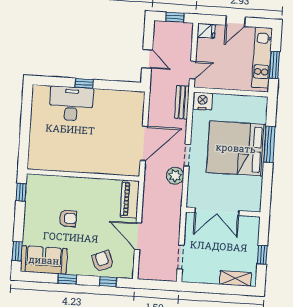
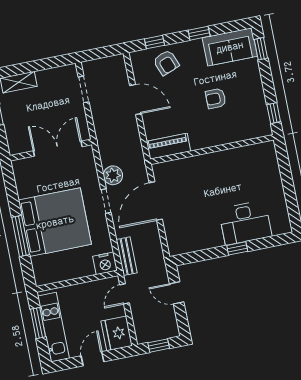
fridge: (206, 31) -> (117, 333), width x1.88, depth x1.34
piano: (130, 199) -> (168, 146), moved, turned -90

